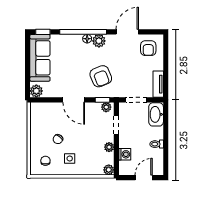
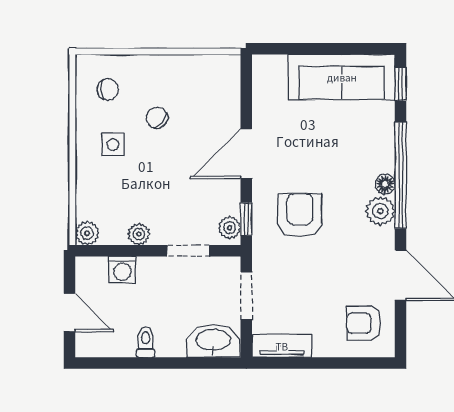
armchair: (101, 76) -> (300, 215), turned 112
plant: (36, 91) -> (266, 69), removed

